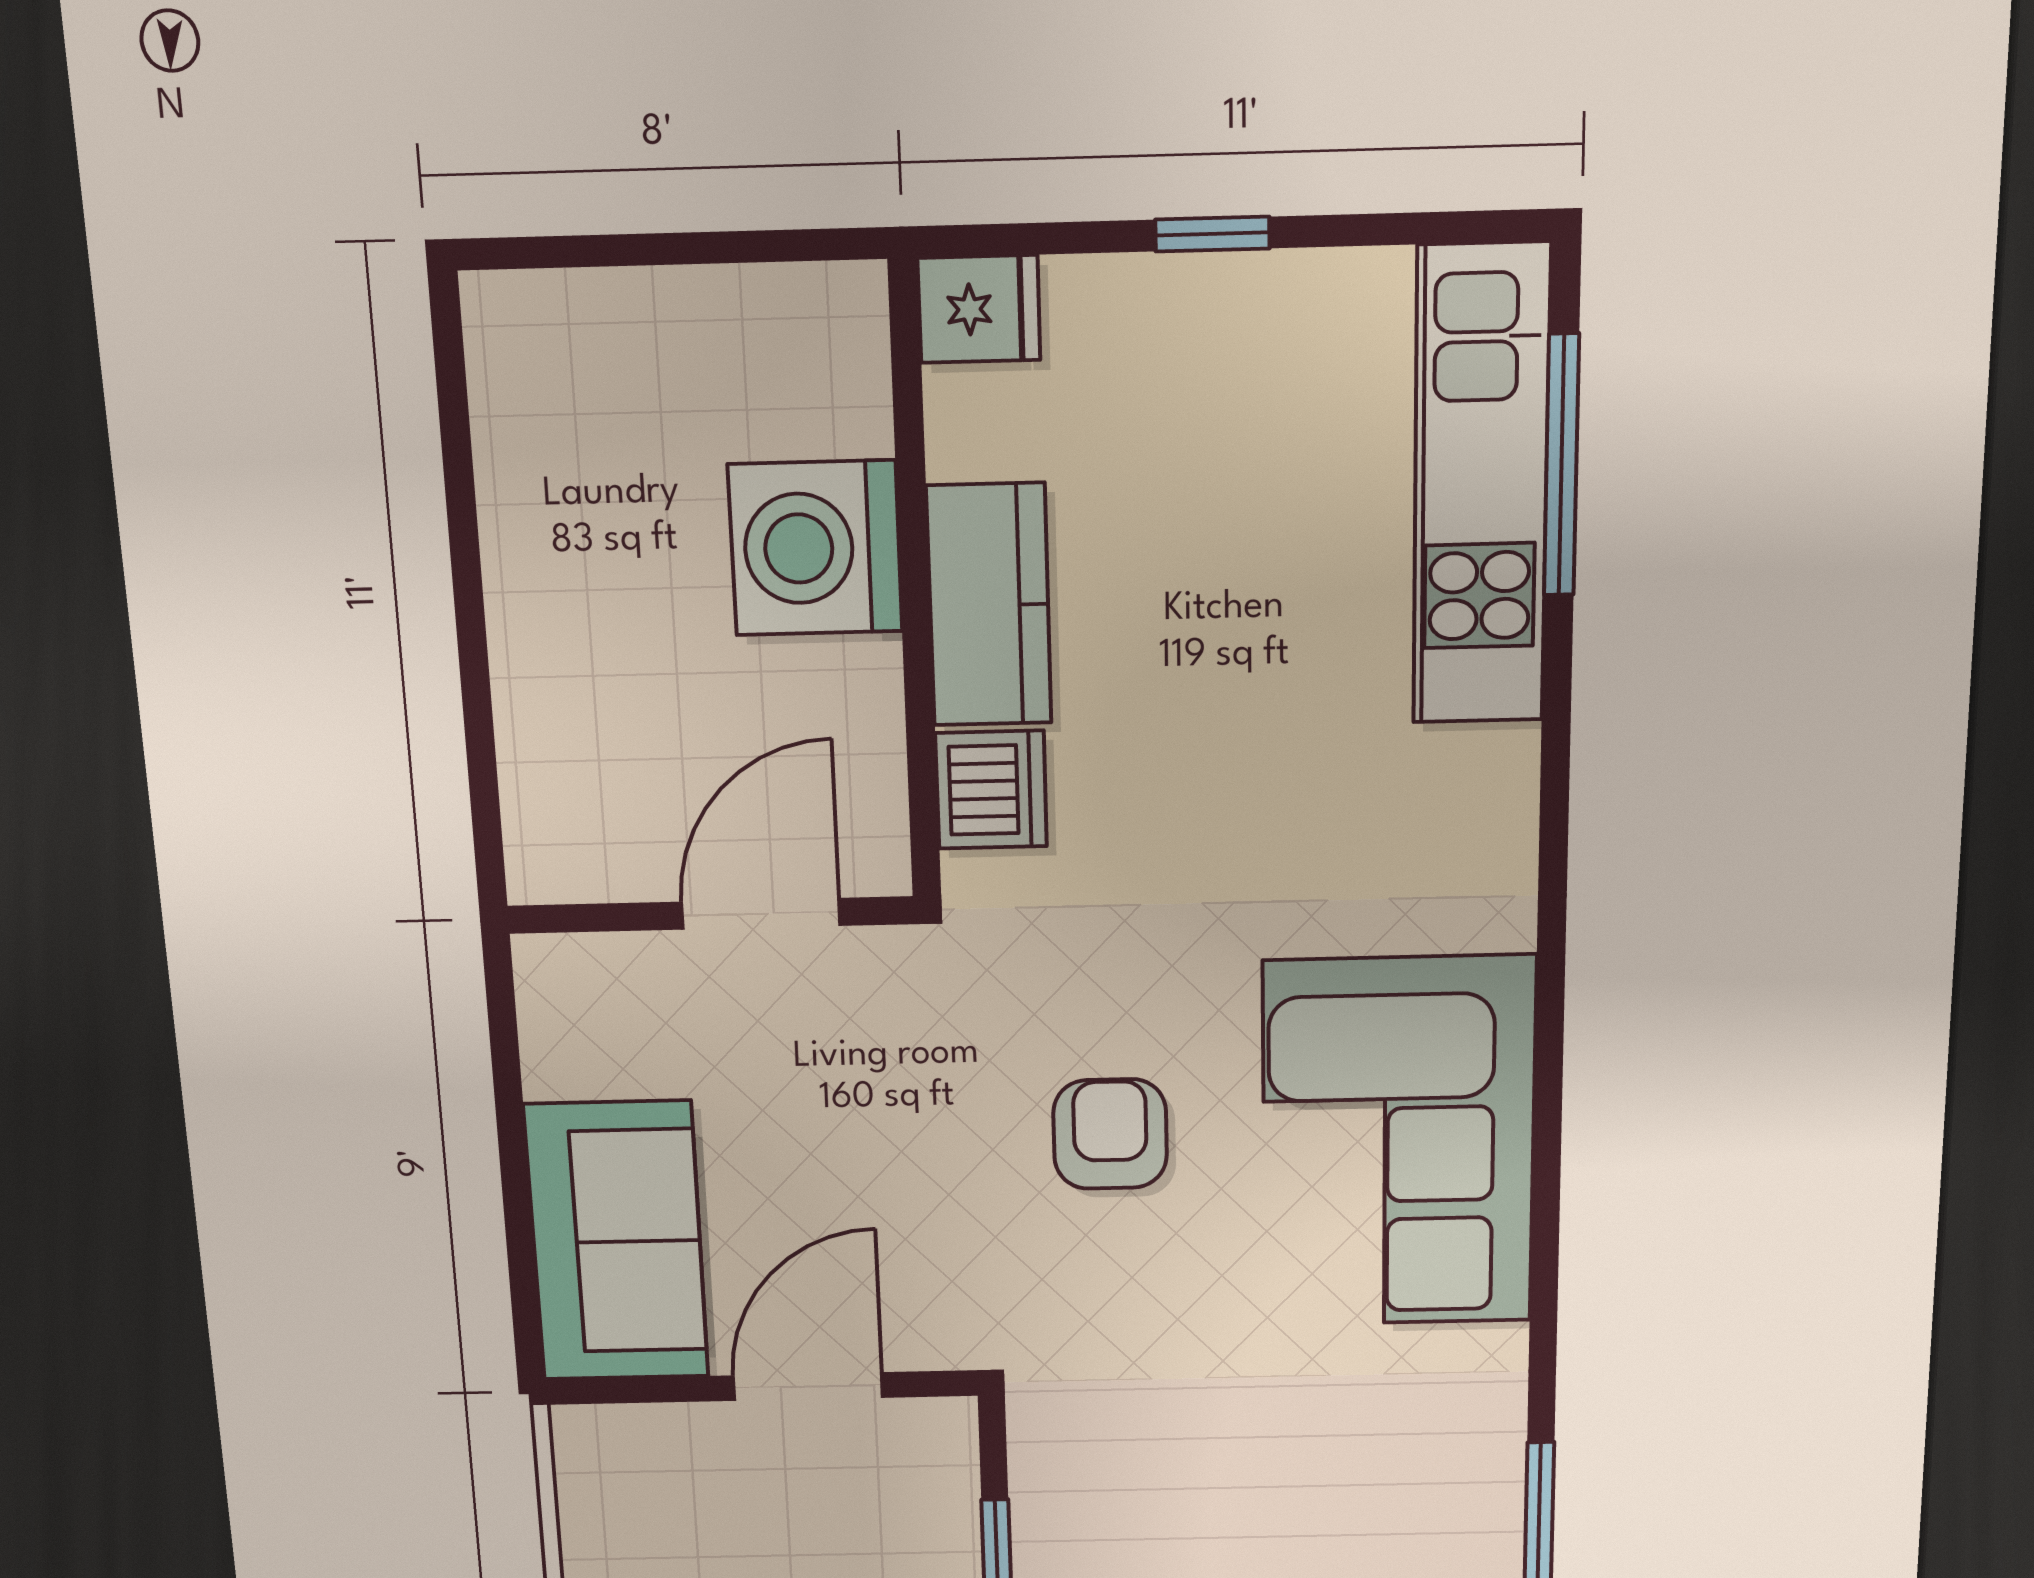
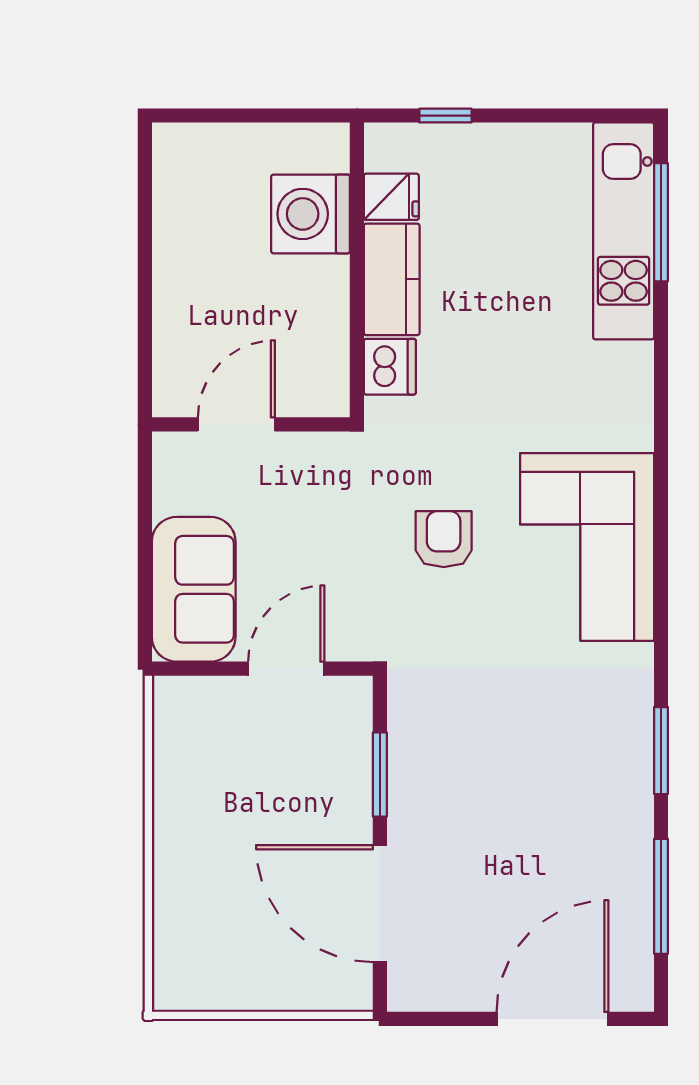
window: (1212, 234) -> (445, 116), moved
fridge: (979, 309) -> (391, 197), moved
washing machine: (815, 548) -> (311, 214), moved
door: (761, 914) -> (236, 424), moved

